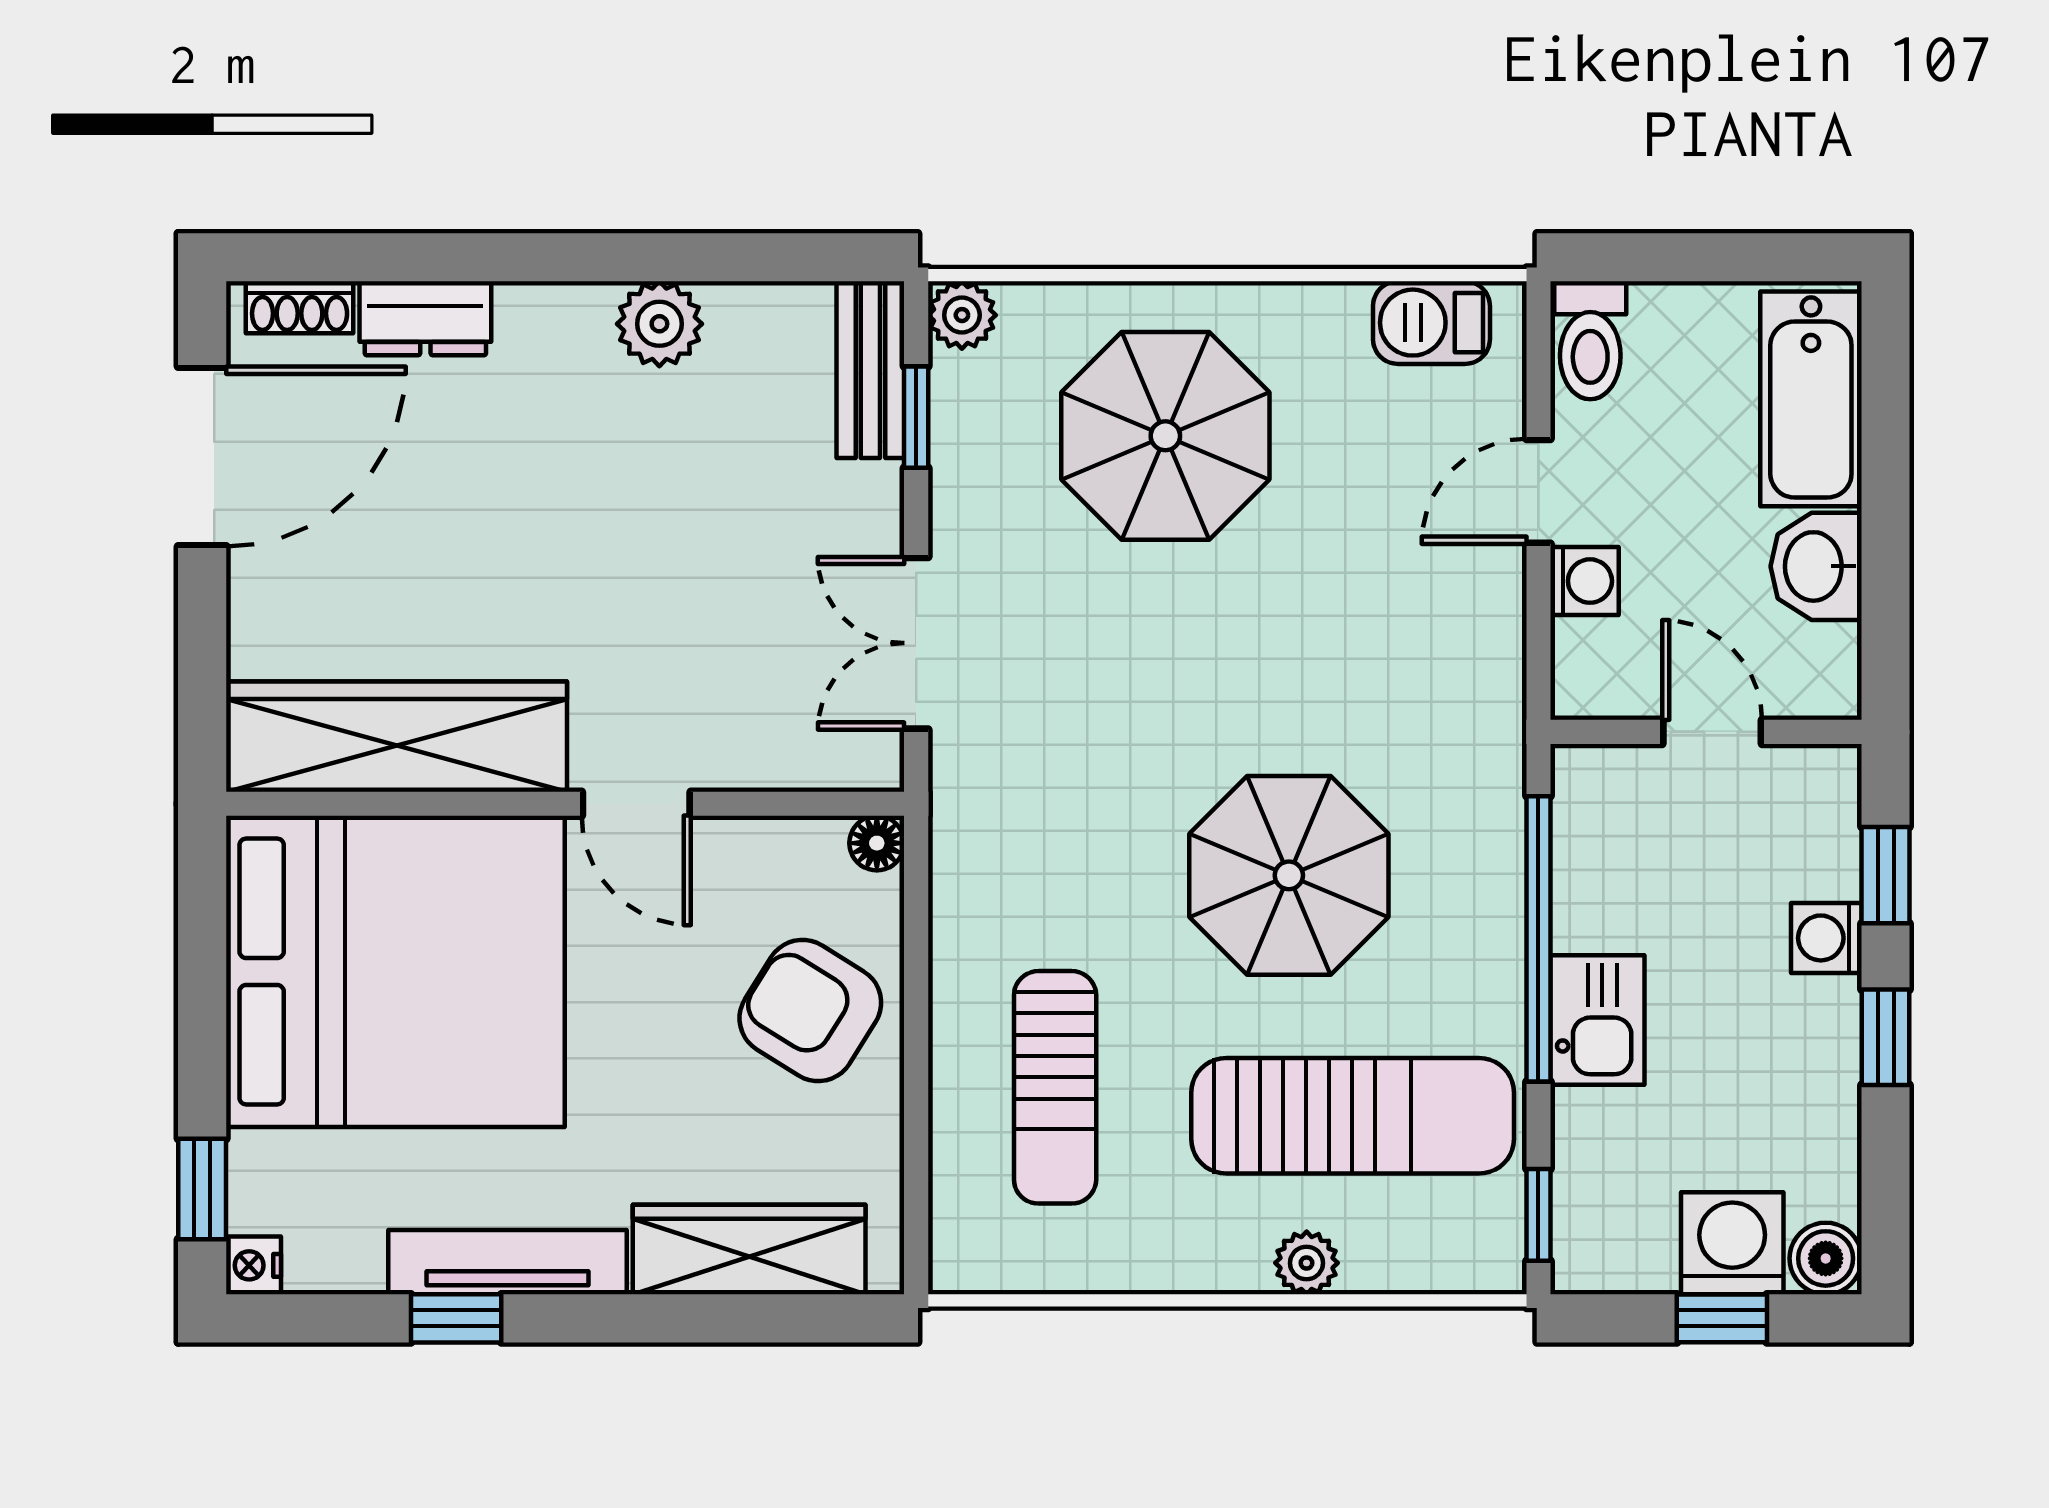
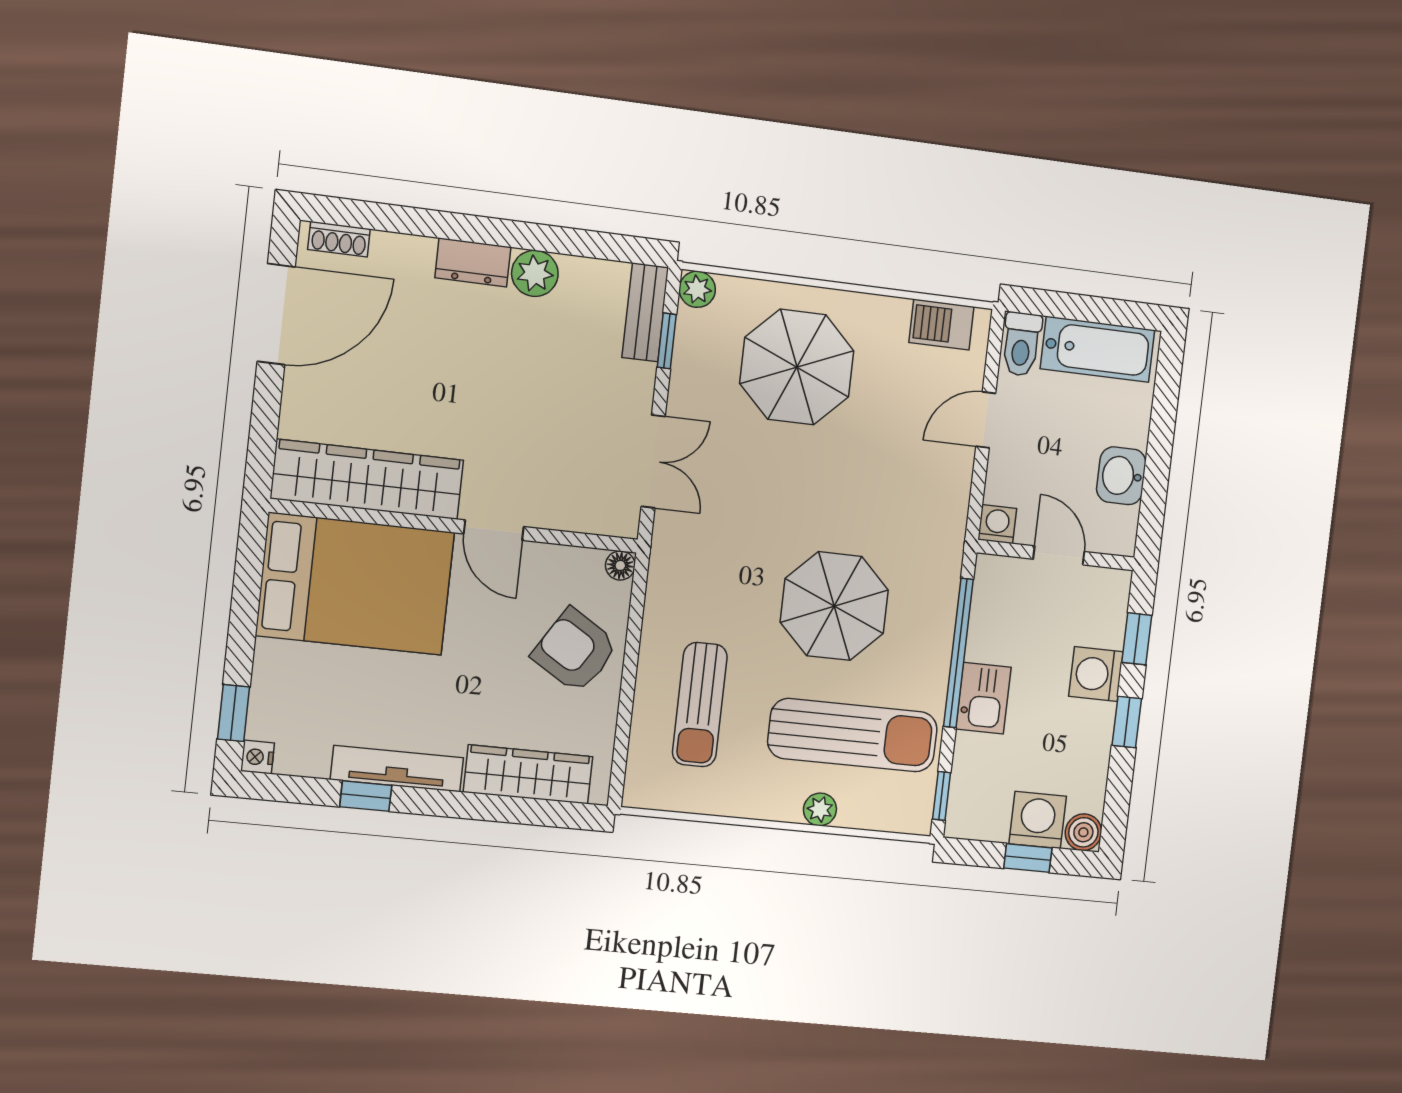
dresser: (425, 318) -> (473, 262), moved
bathtub: (1811, 399) -> (1098, 349), moved, turned -90
washing machine: (1585, 581) -> (997, 524), moved, turned -90
double door: (916, 643) -> (653, 461), swing flipped
washing machine: (1826, 938) -> (1096, 674), width x1.38, depth x1.38
bed: (395, 971) -> (355, 584), width x0.73

